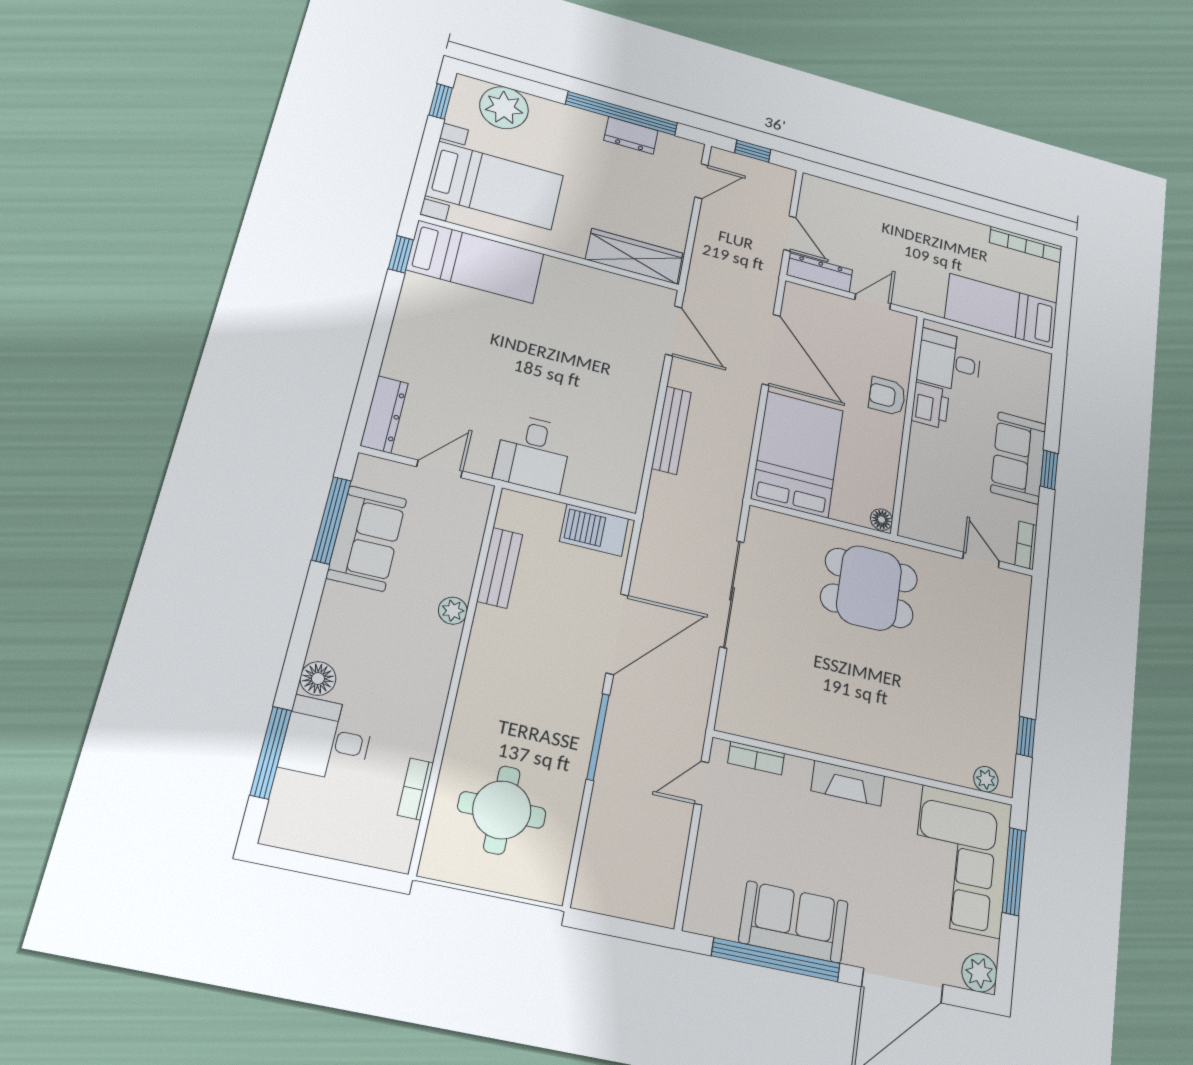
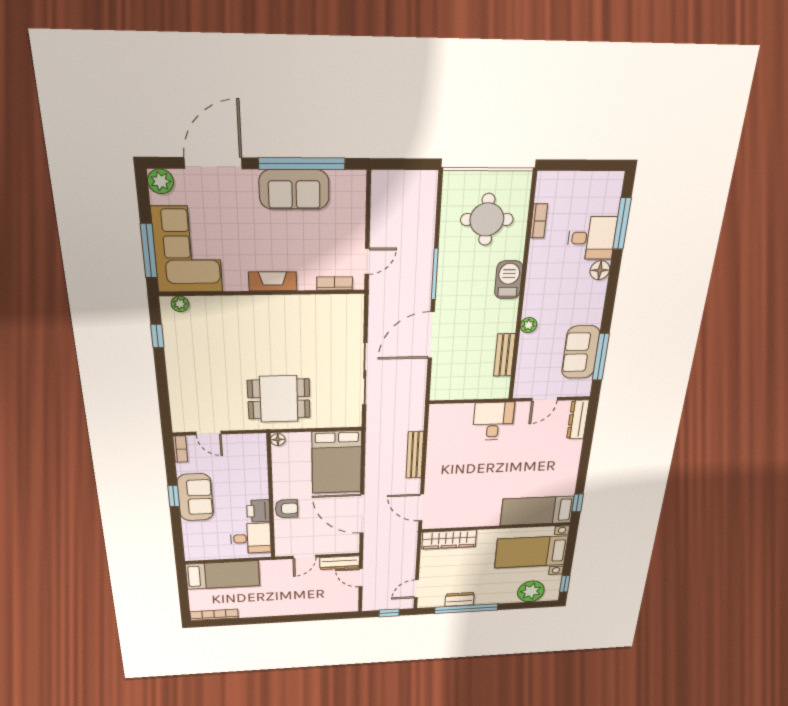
barbecue: (594, 530) -> (509, 280), moved, turned -90

